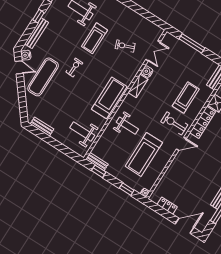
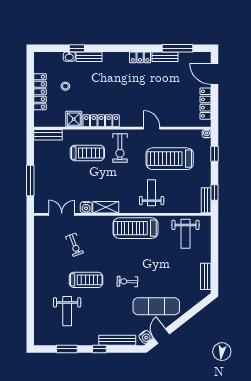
treadmill: (186, 98) -> (87, 153), turned 180
door: (181, 144) -> (152, 128), moved
treadmill: (144, 154) -> (170, 159), turned 180
locker: (167, 206) -> (205, 104), width x1.53

